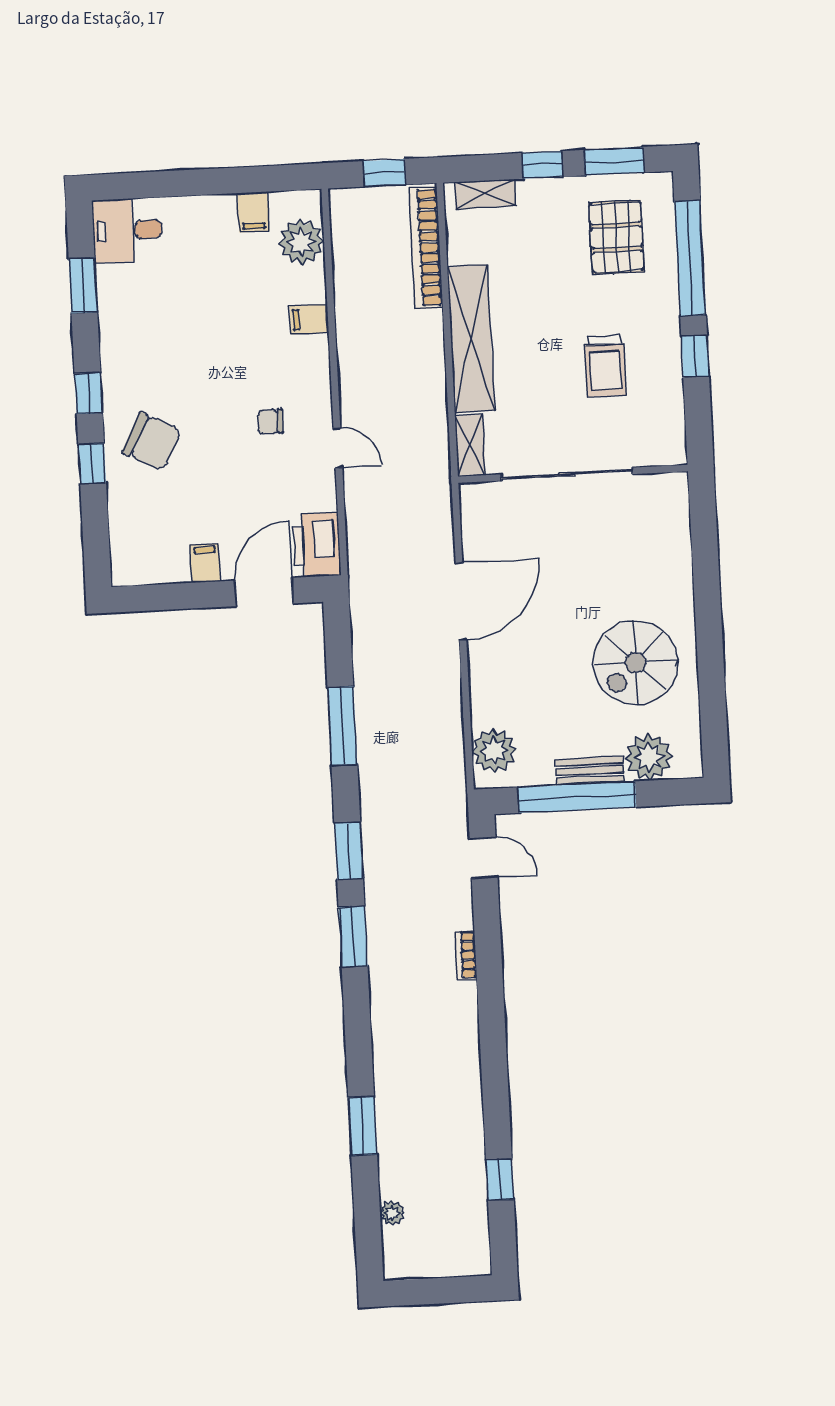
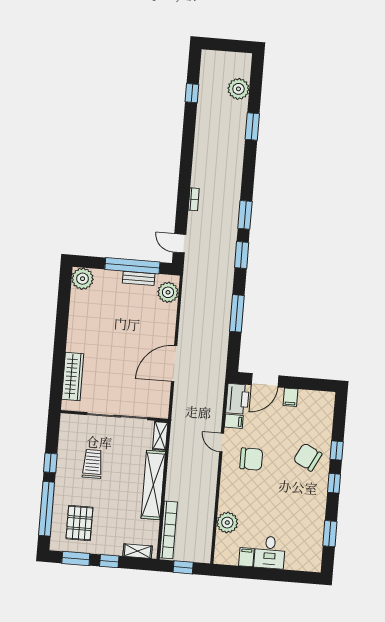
desk: (127, 230) -> (270, 552), moved, turned 90
plant: (301, 242) -> (227, 523), moved
filing cabinet: (309, 319) -> (234, 421), moved
chair: (271, 421) -> (251, 459), width x1.87, depth x1.87
wardrobe: (672, 546) -> (73, 376), added
spiral stairs: (635, 663) -> (97, 325), removed
plant: (649, 757) -> (83, 279), moved
bench: (590, 771) -> (139, 278), moved
plant: (392, 1213) -> (238, 89), width x1.88, depth x1.88

